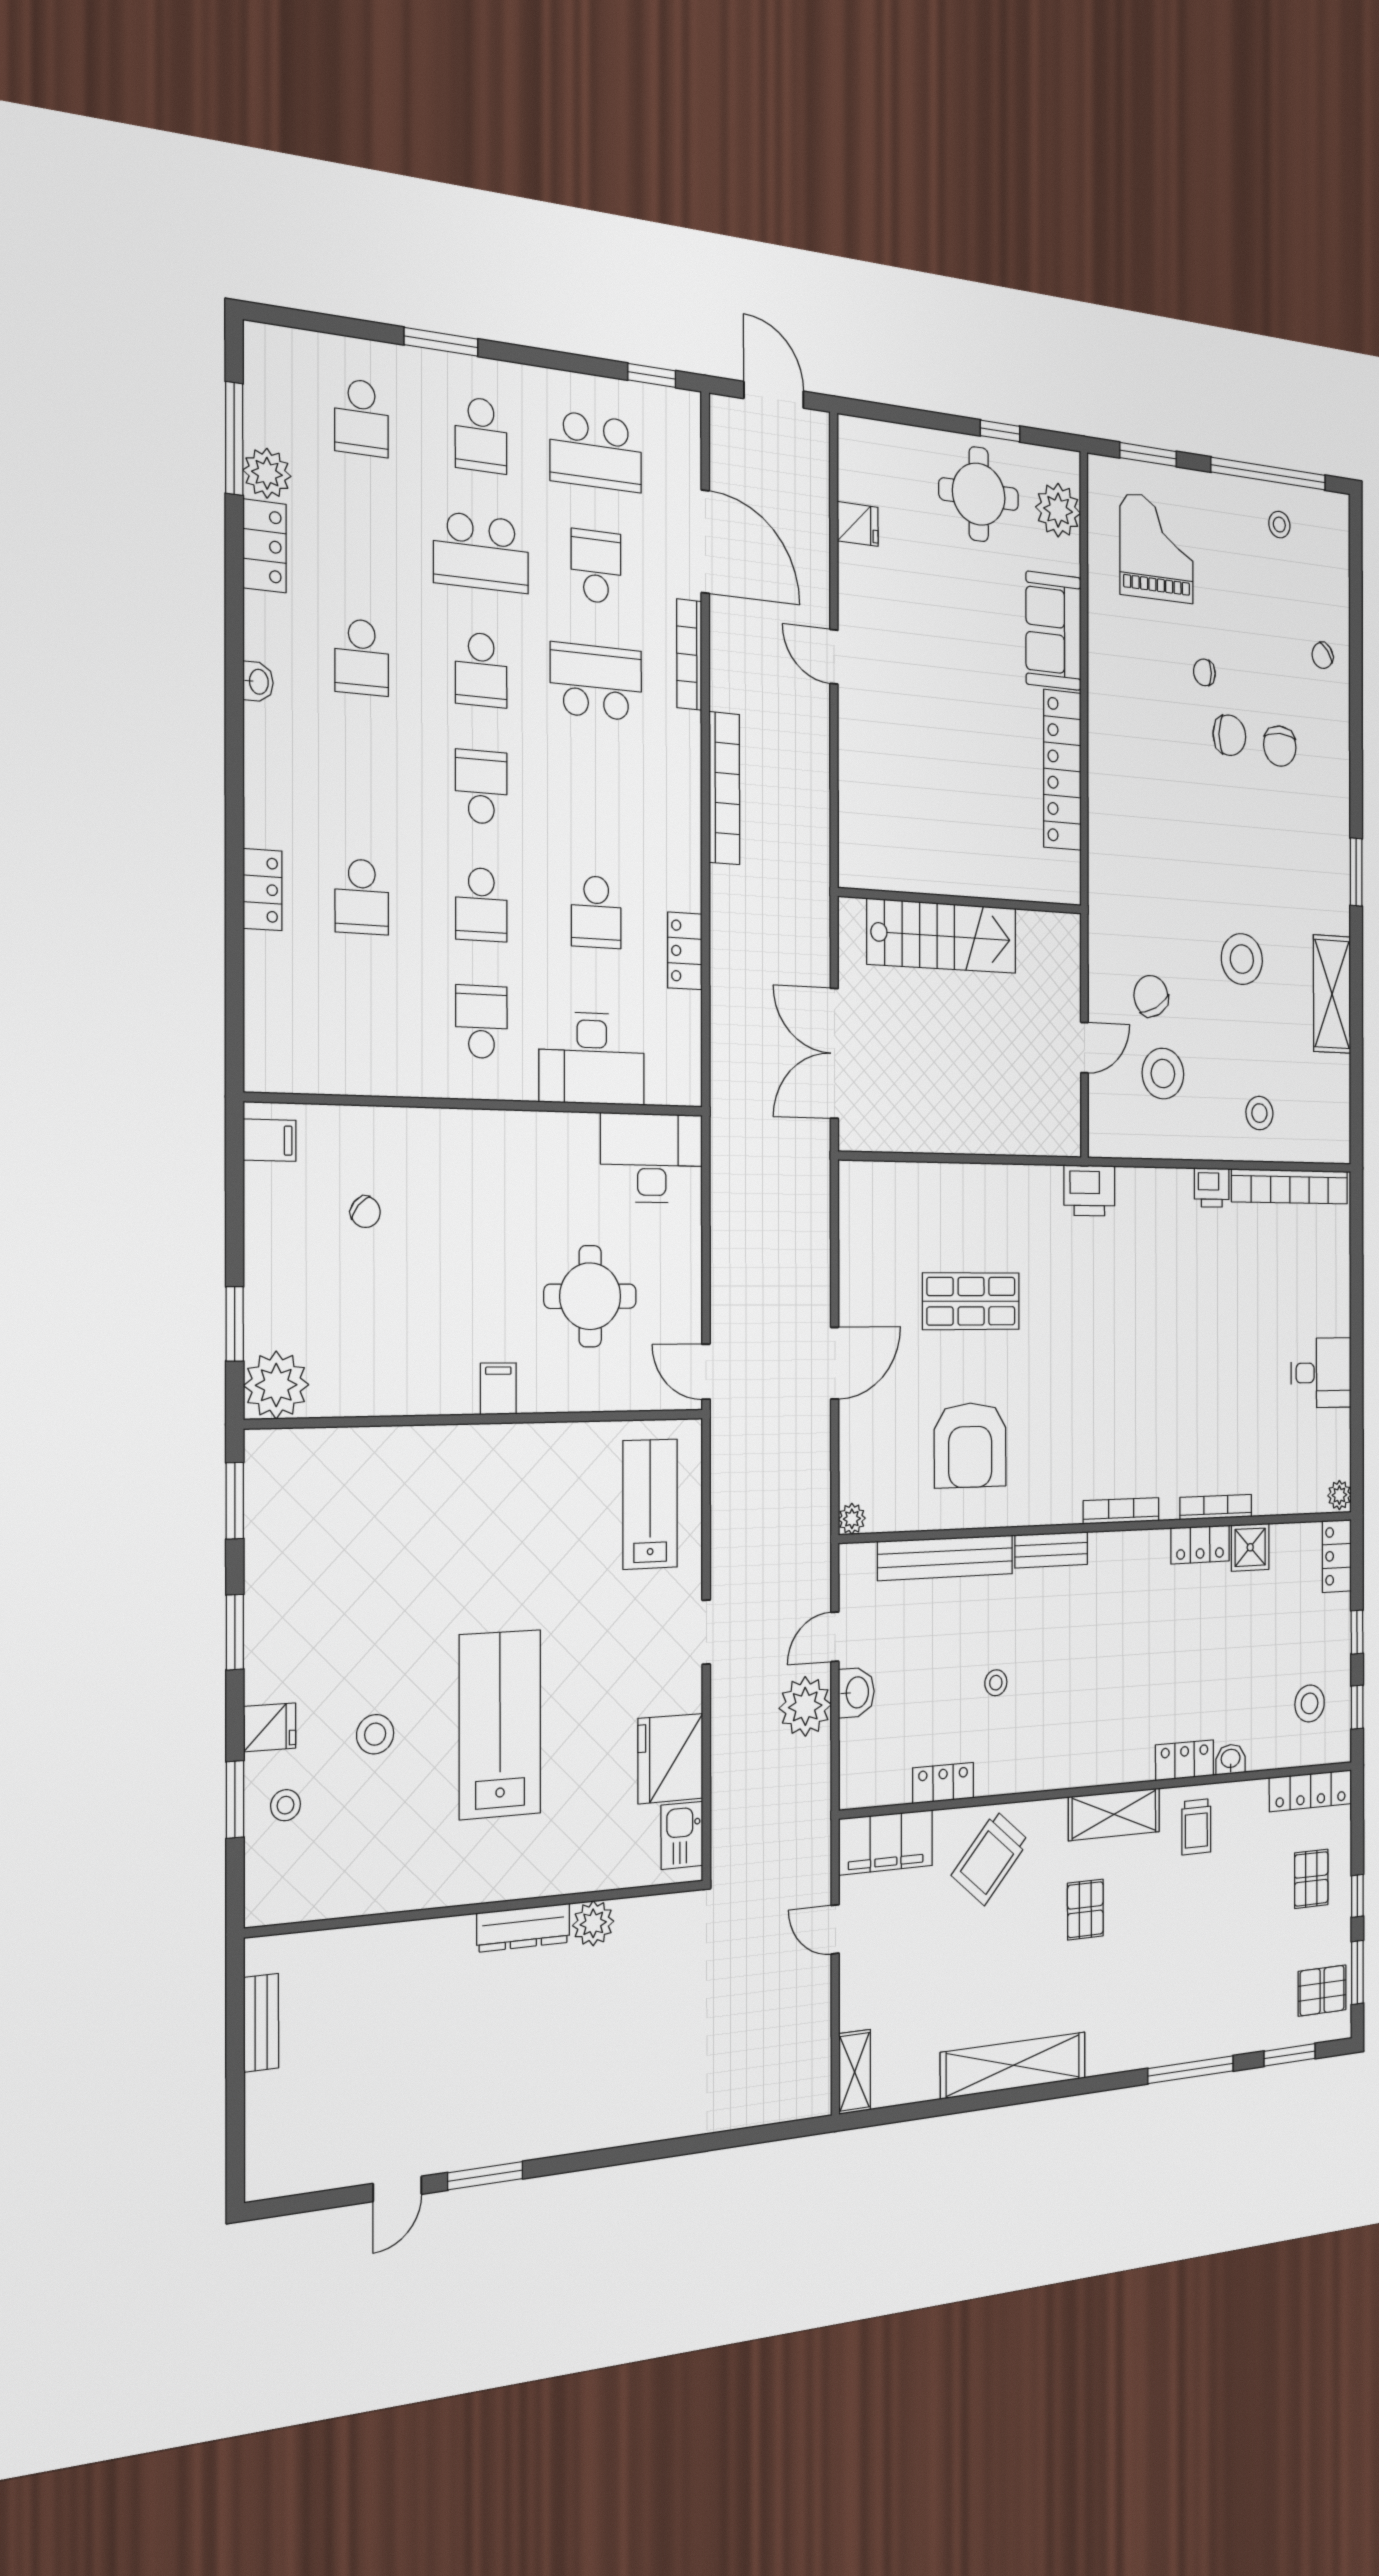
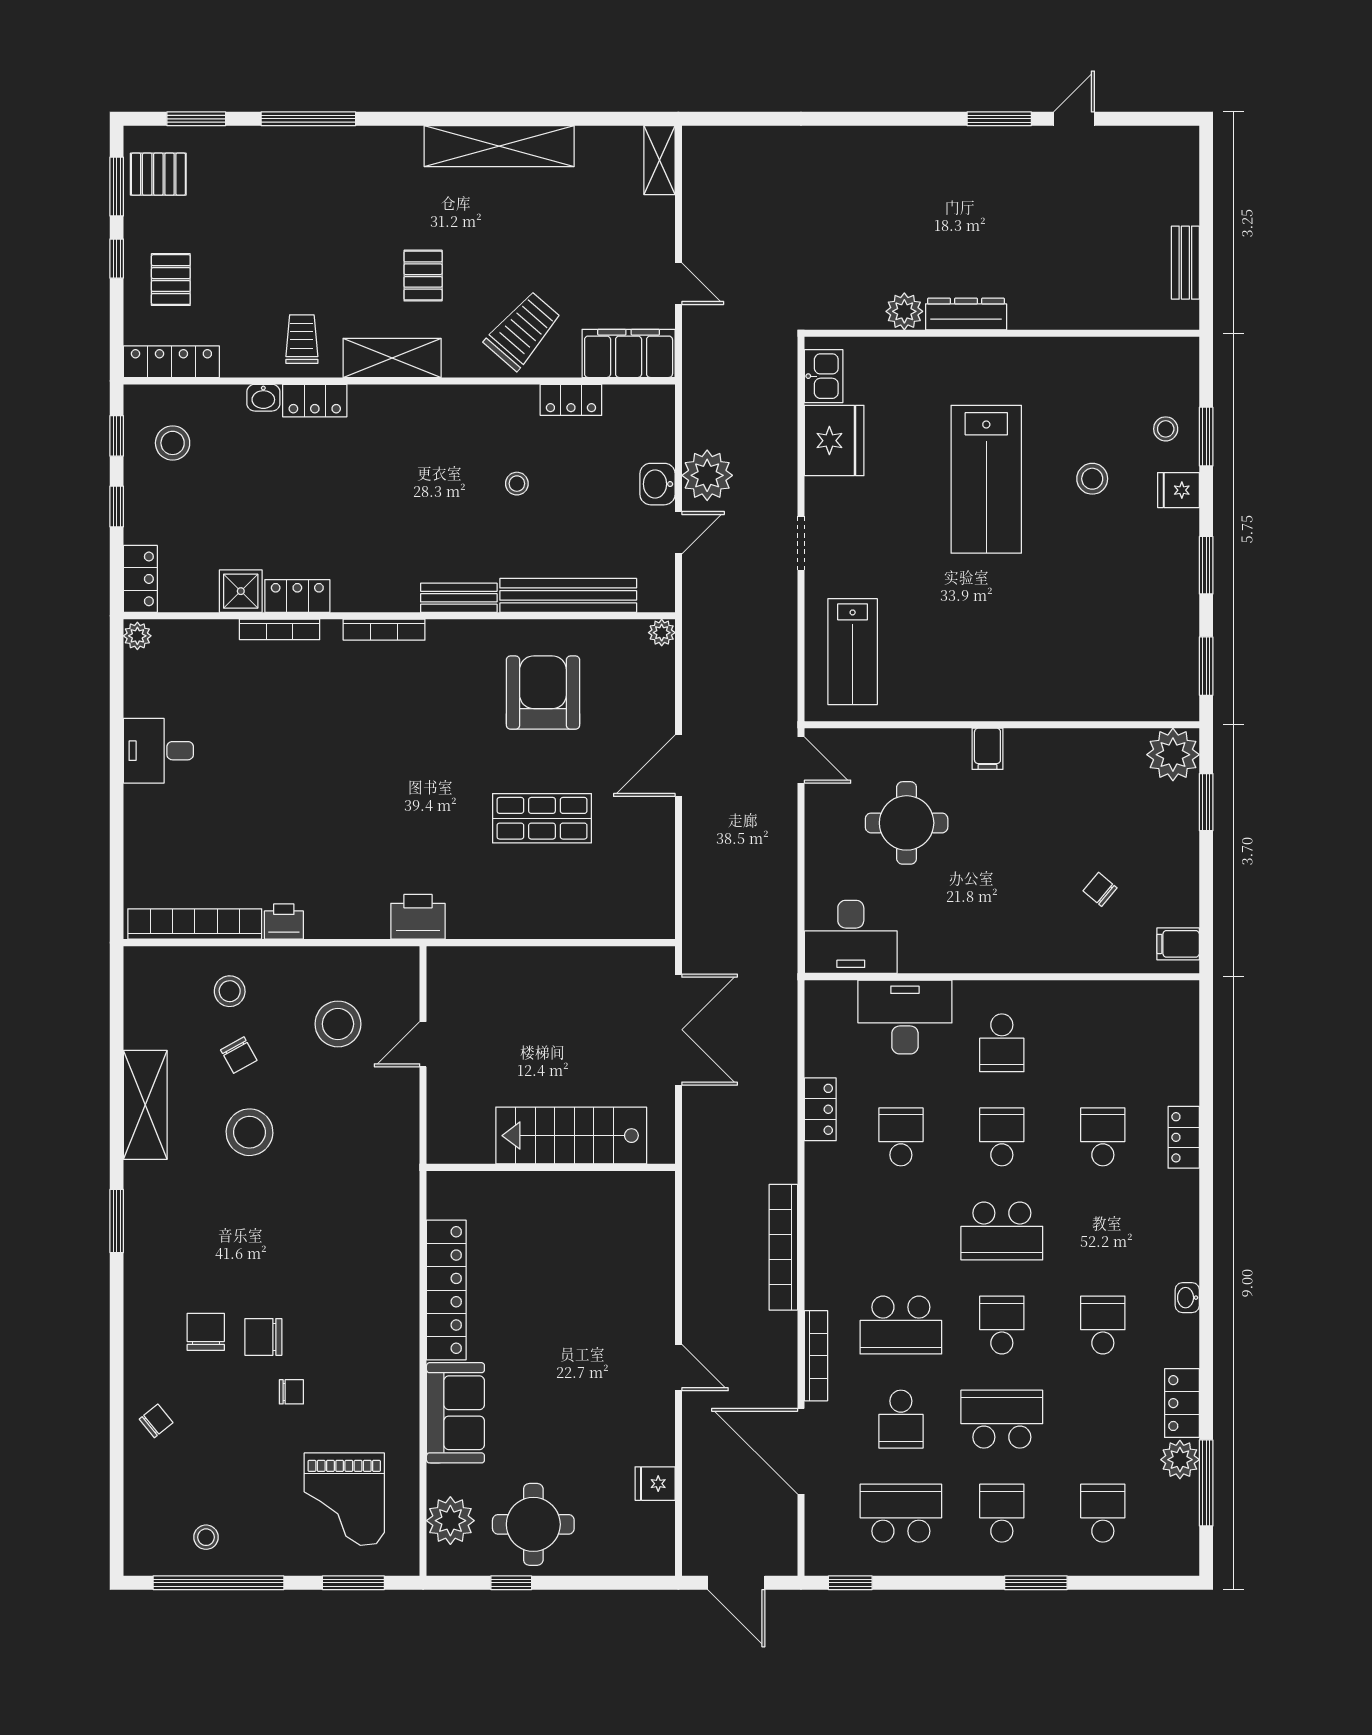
school desk: (481, 787) -> (1002, 1231), width x1.85
chair: (1151, 996) -> (239, 1055), moved, width x0.73, depth x0.73

